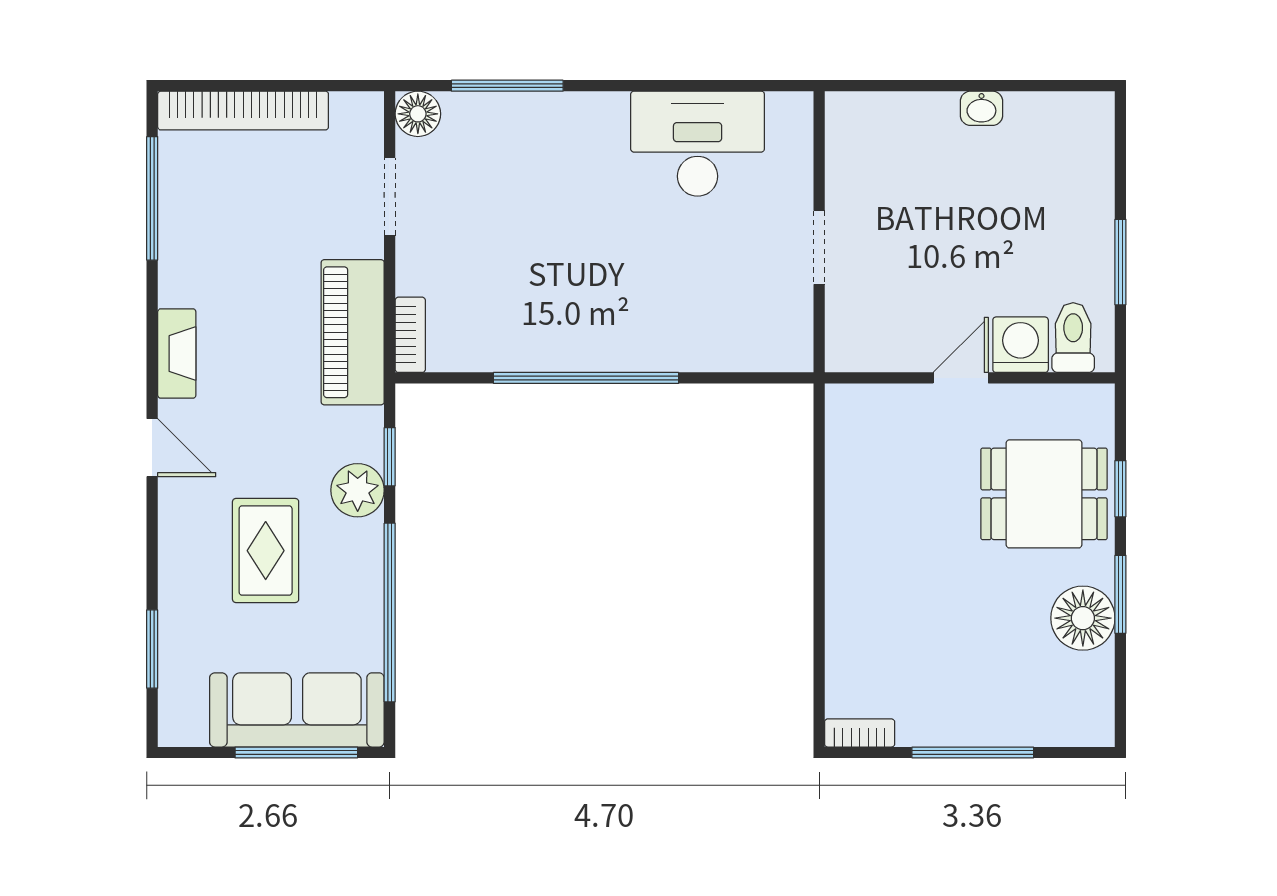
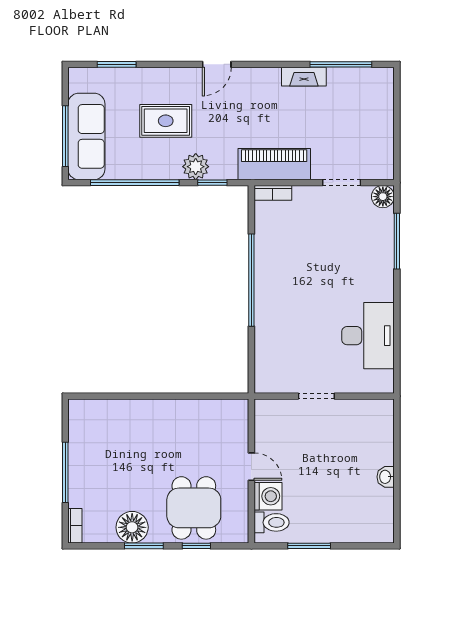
bookcase: (243, 111) -> (384, 110), removed
fireplace: (177, 354) -> (304, 77), moved
bookcase: (860, 733) -> (75, 526), moved

